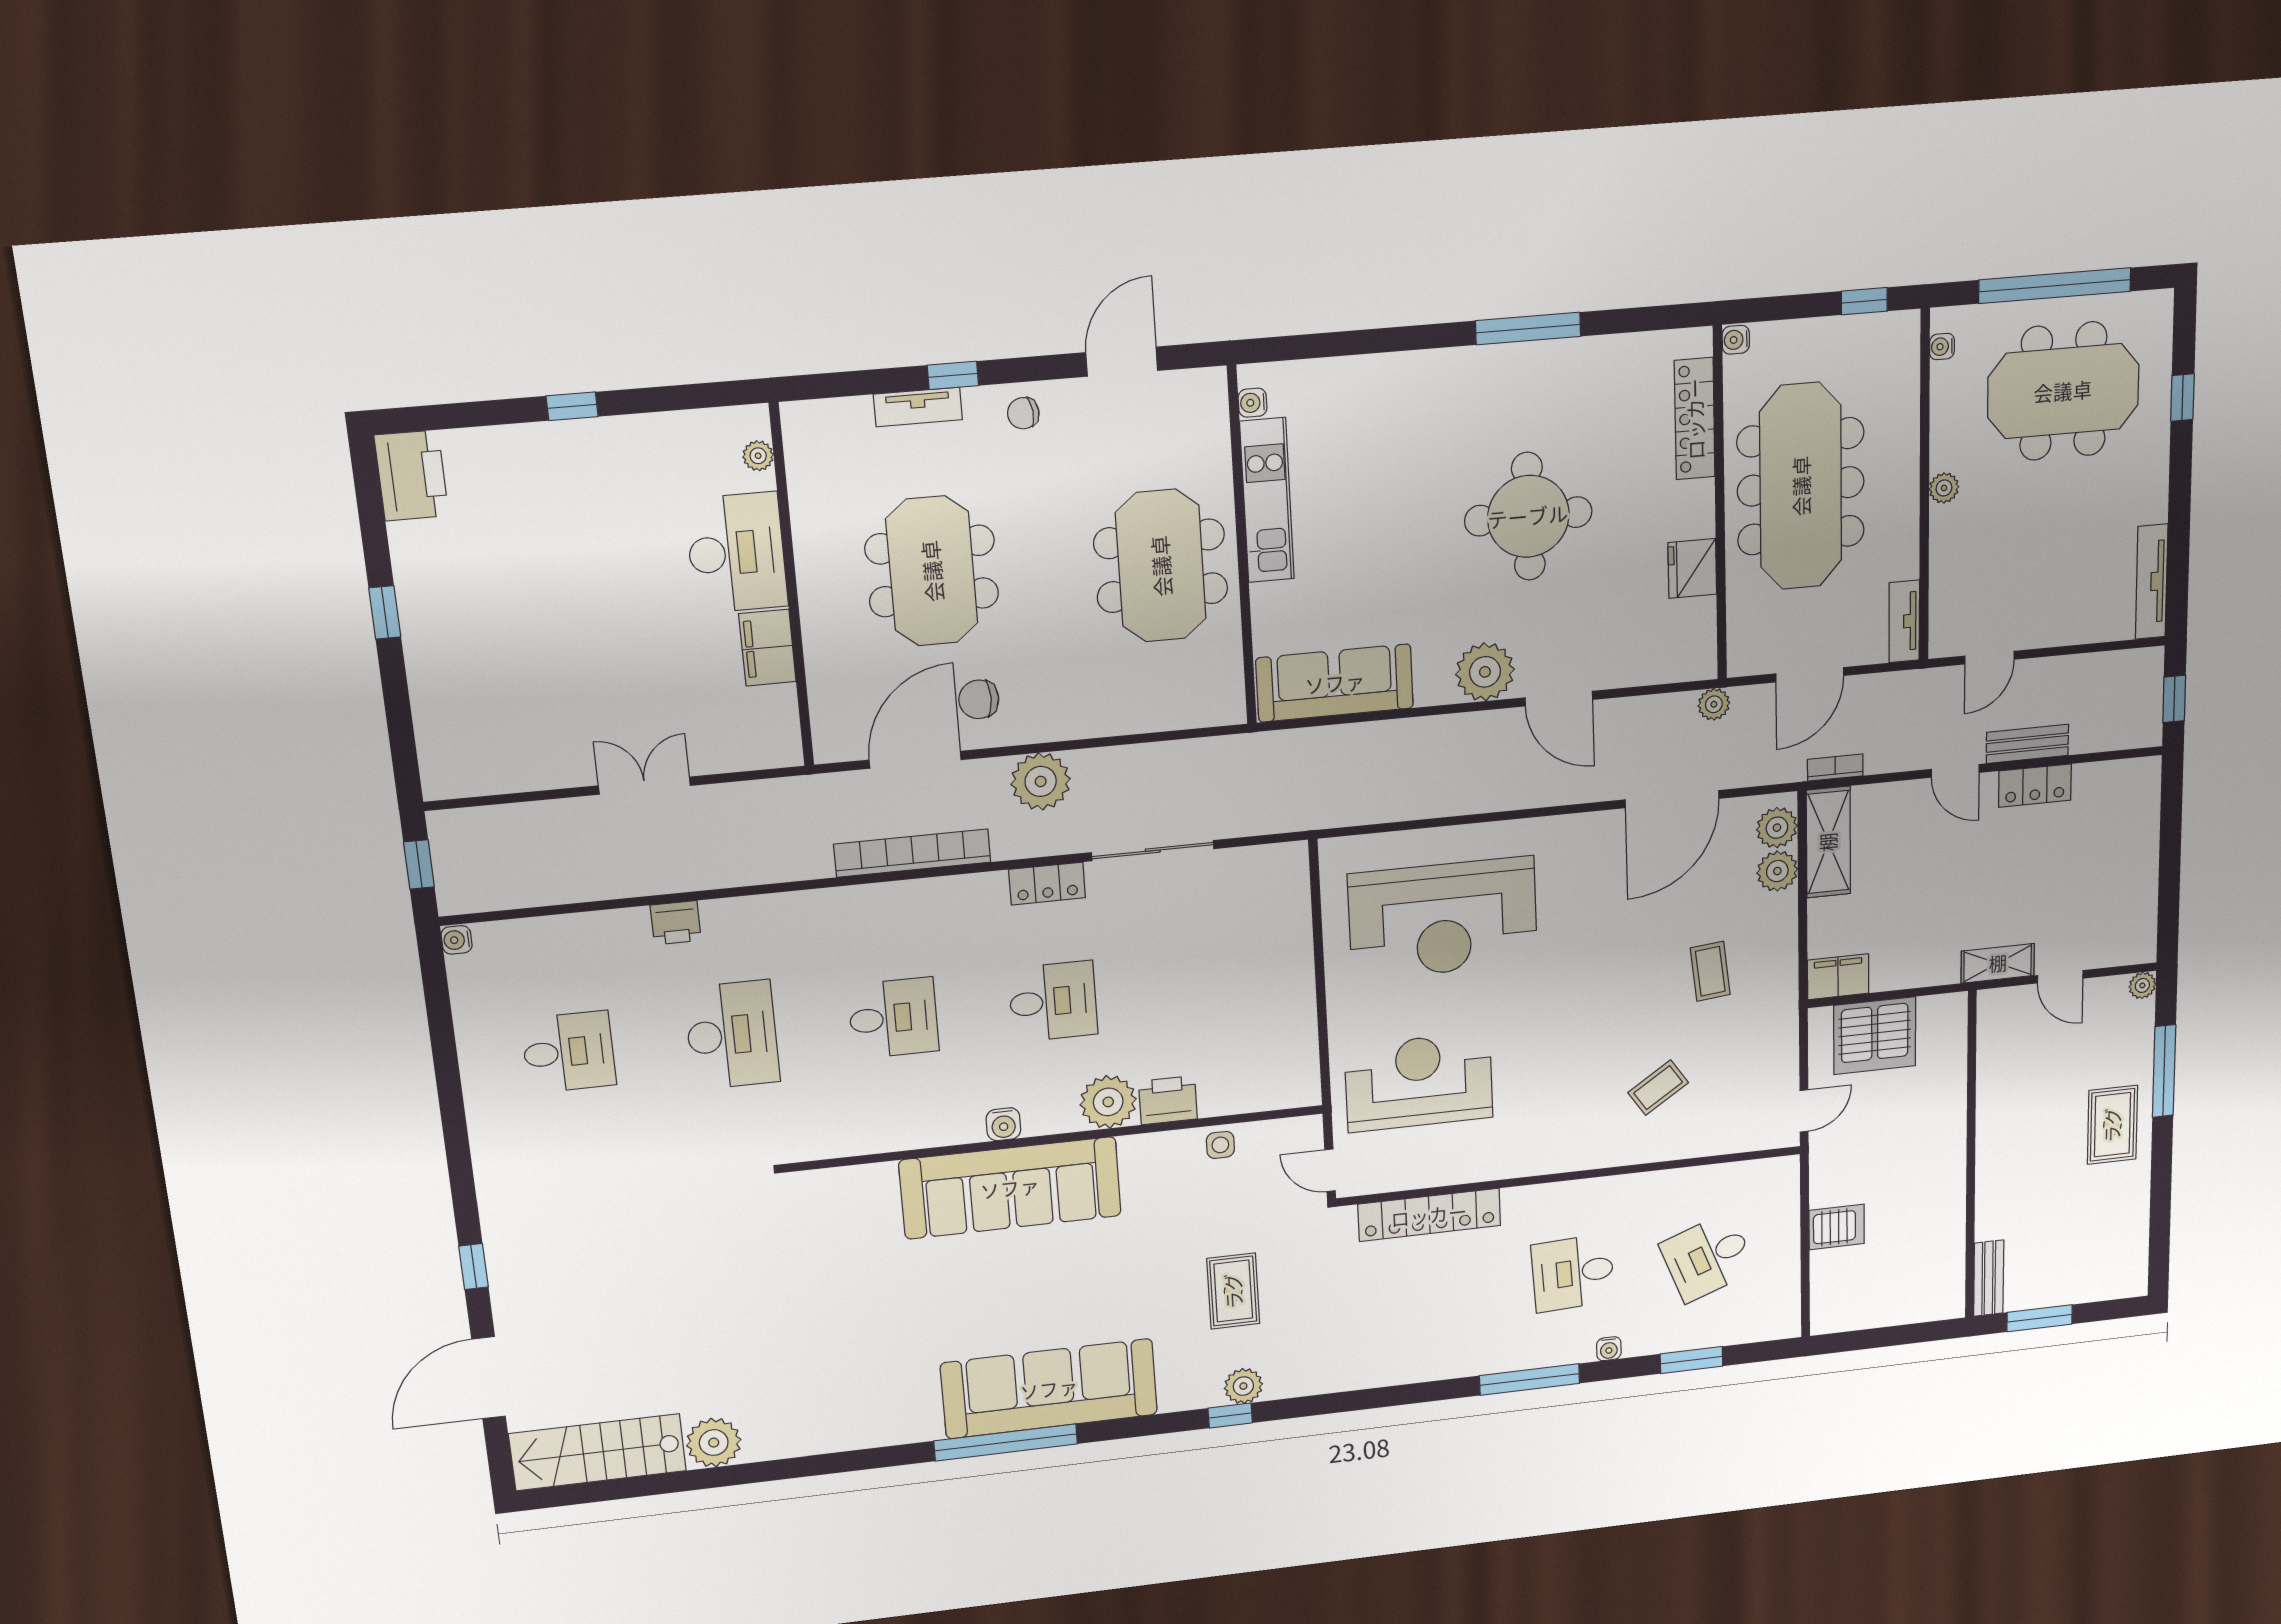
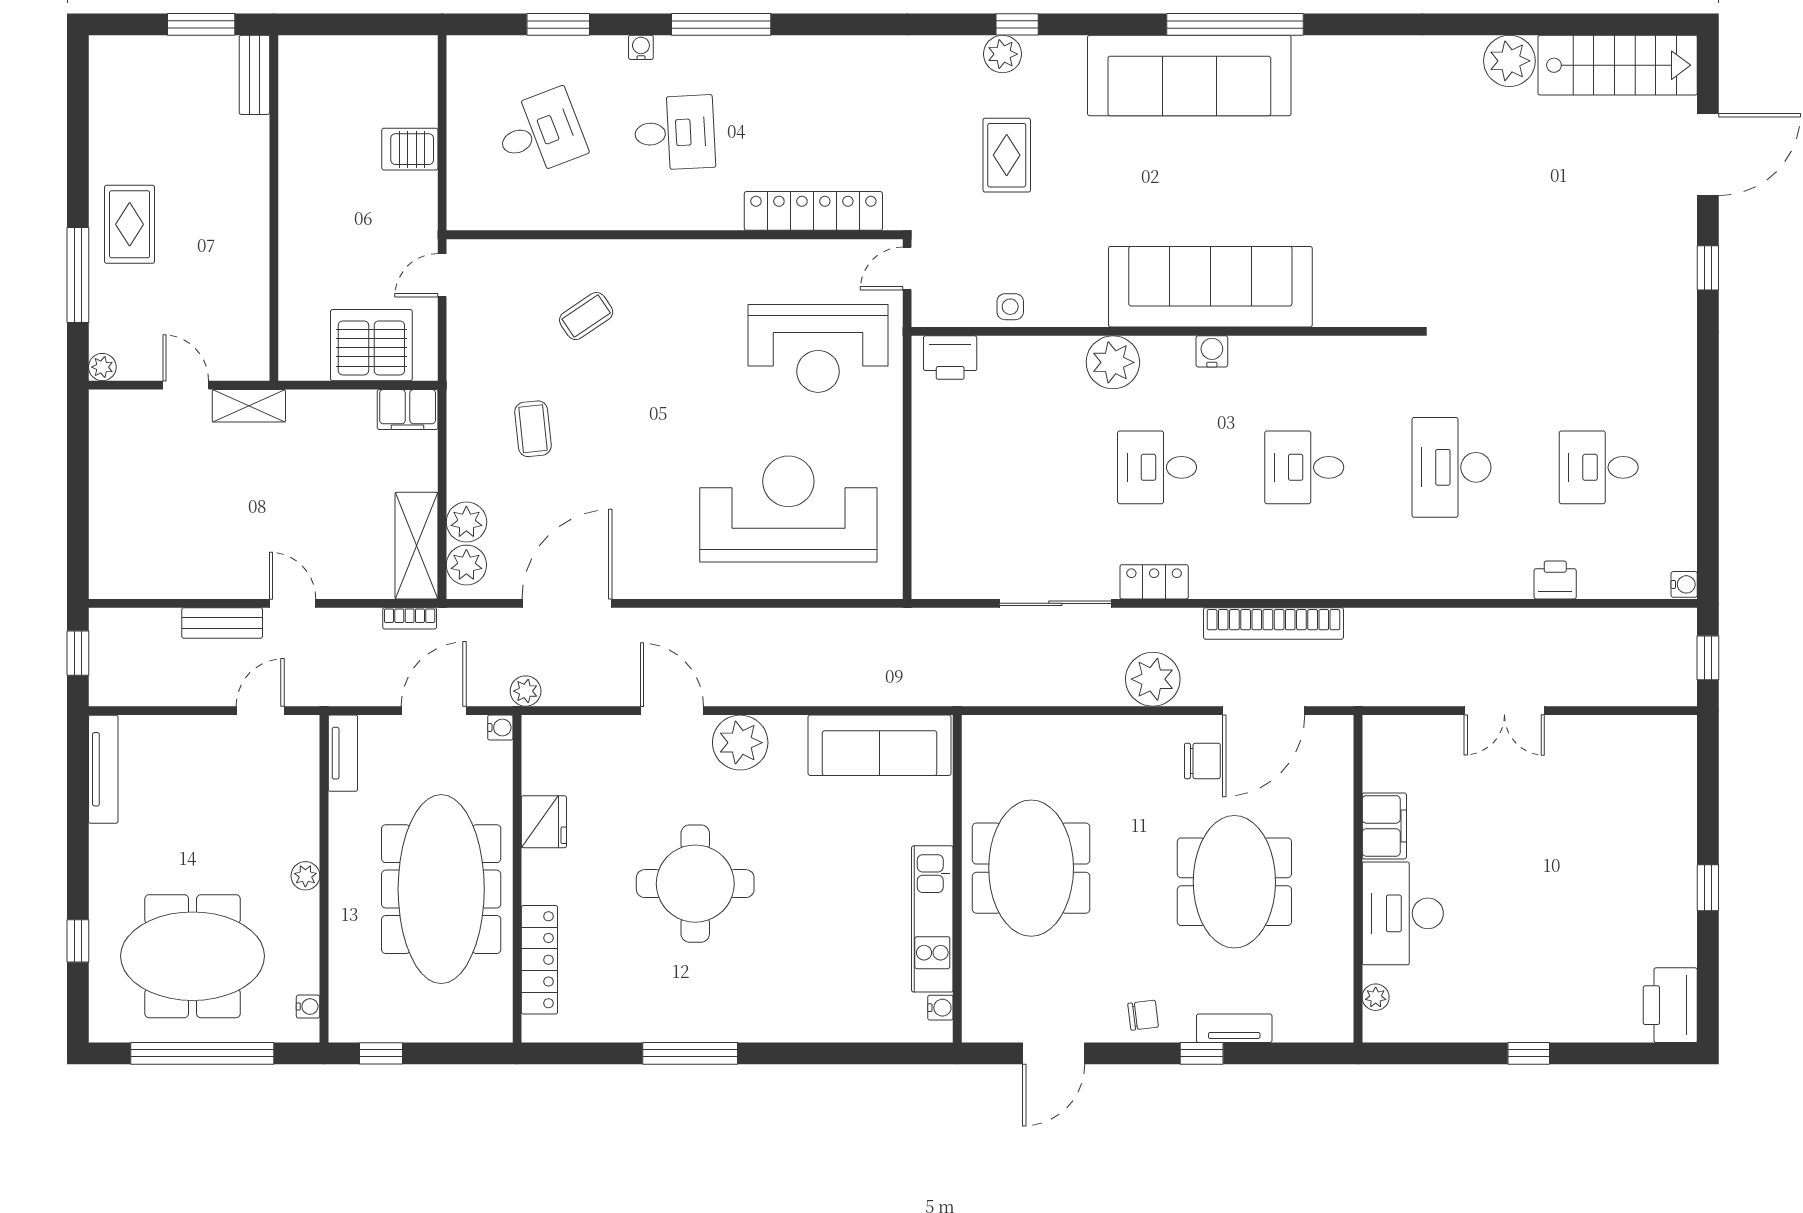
water cooler: (1736, 340) -> (500, 727), moved
locker: (2035, 786) -> (214, 581), removed
printer: (676, 923) -> (1555, 580), moved
printer: (1168, 1100) -> (950, 358), moved
door: (1330, 1170) -> (907, 269), swing flipped

